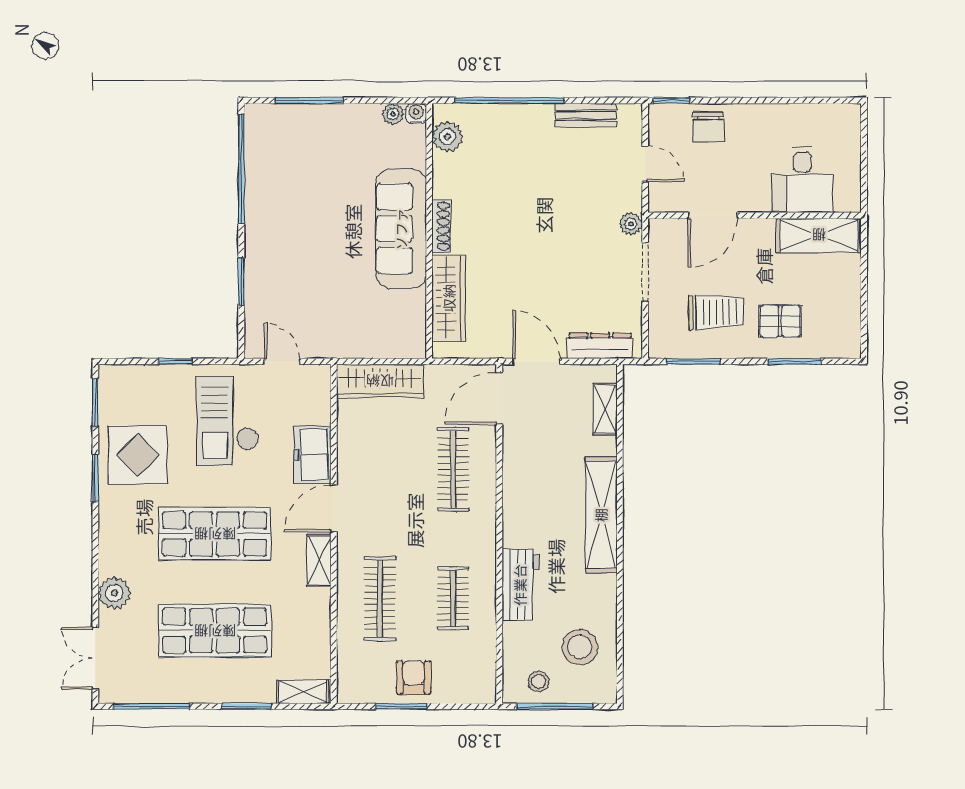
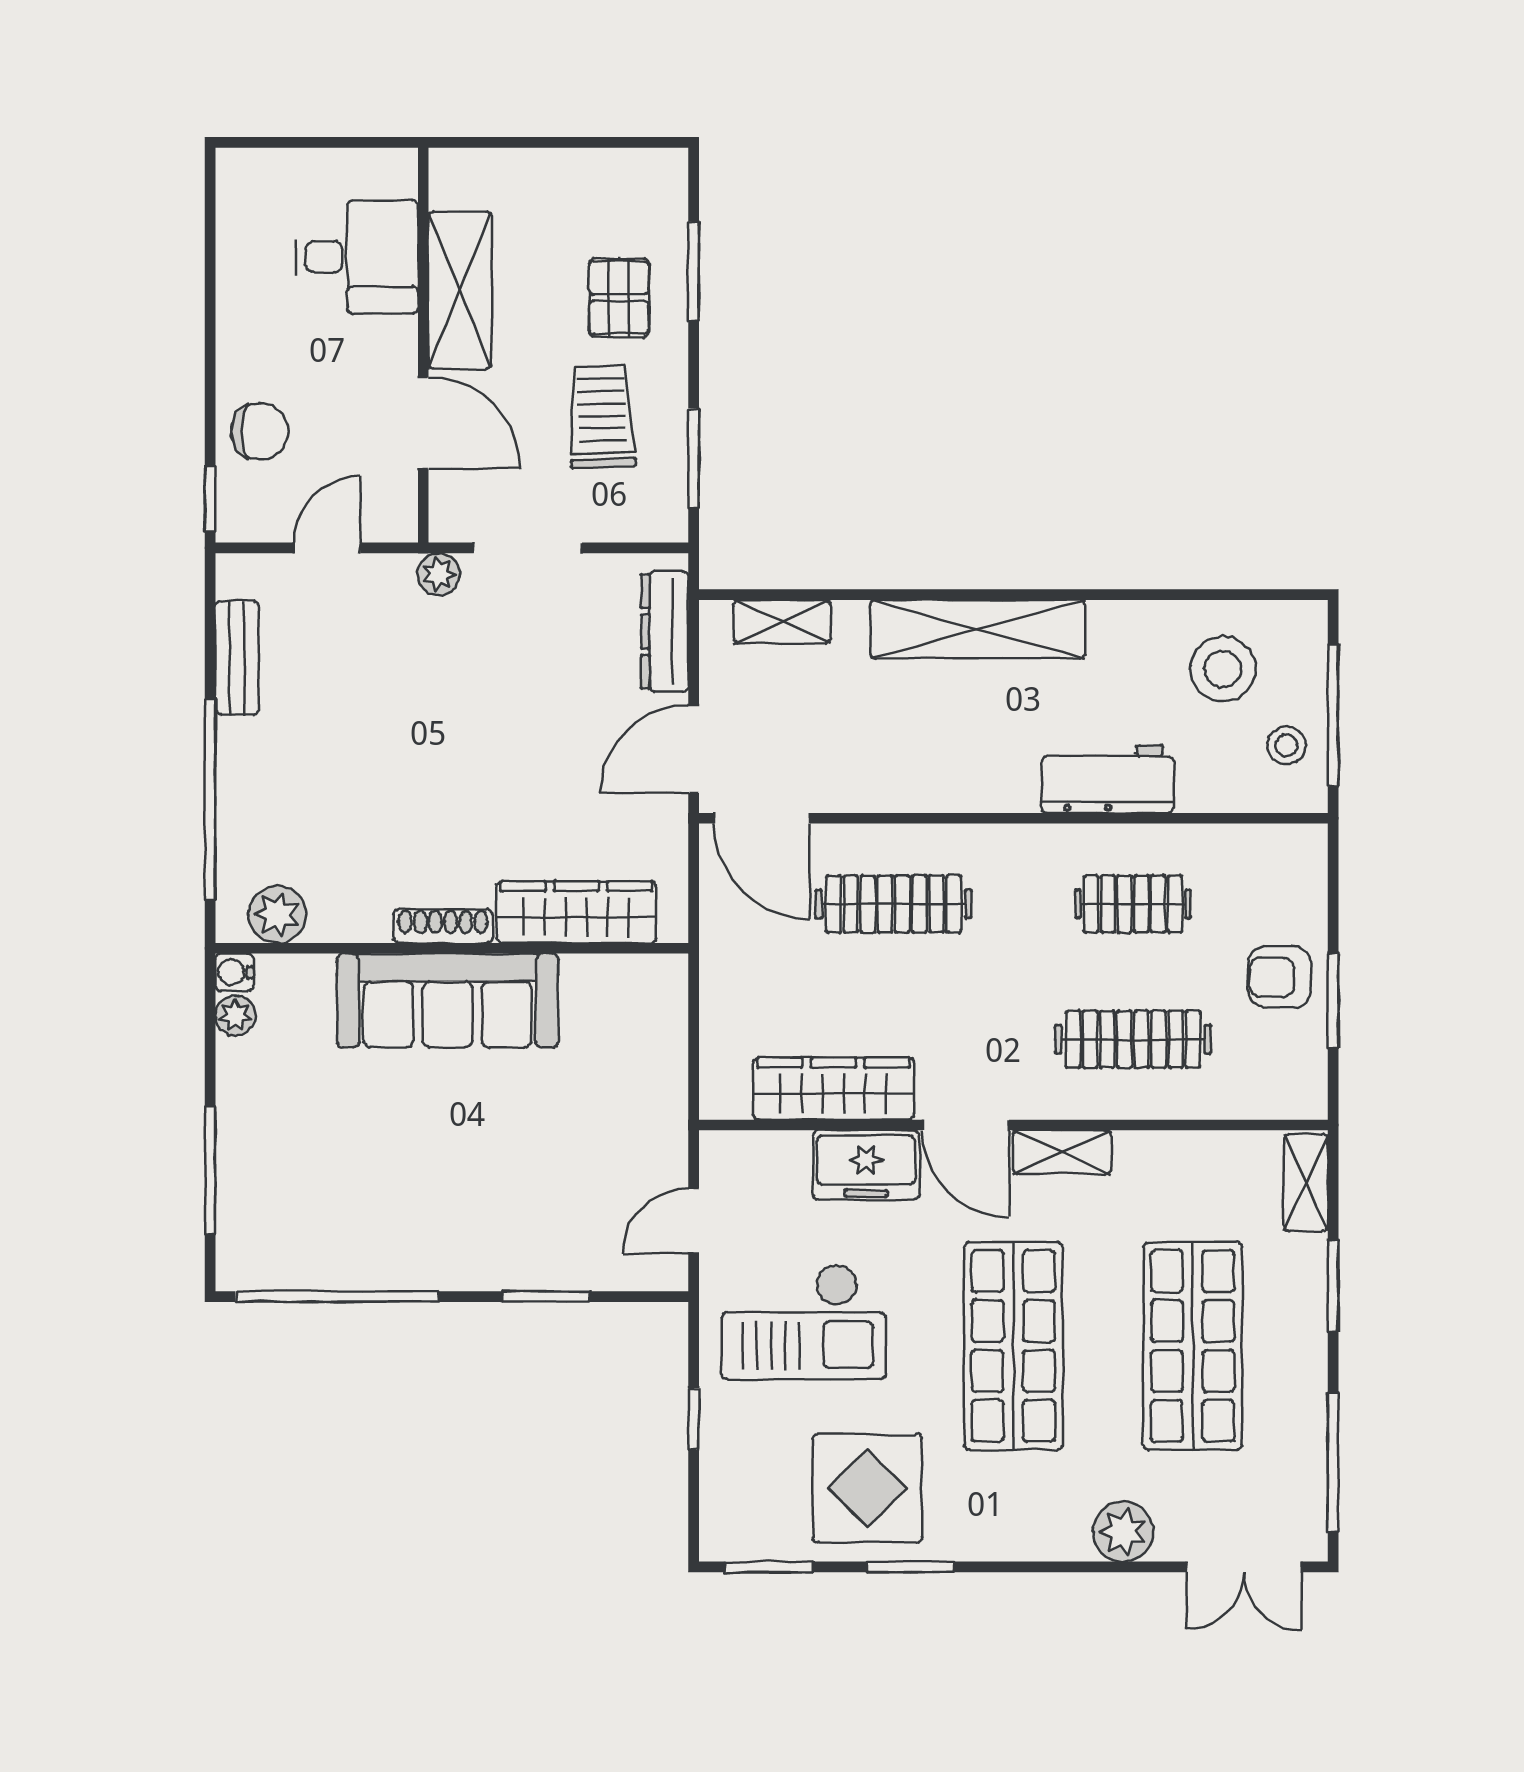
shelving: (819, 235) -> (460, 290), moved
wardrobe: (380, 381) -> (834, 1089), moved, turned -90

